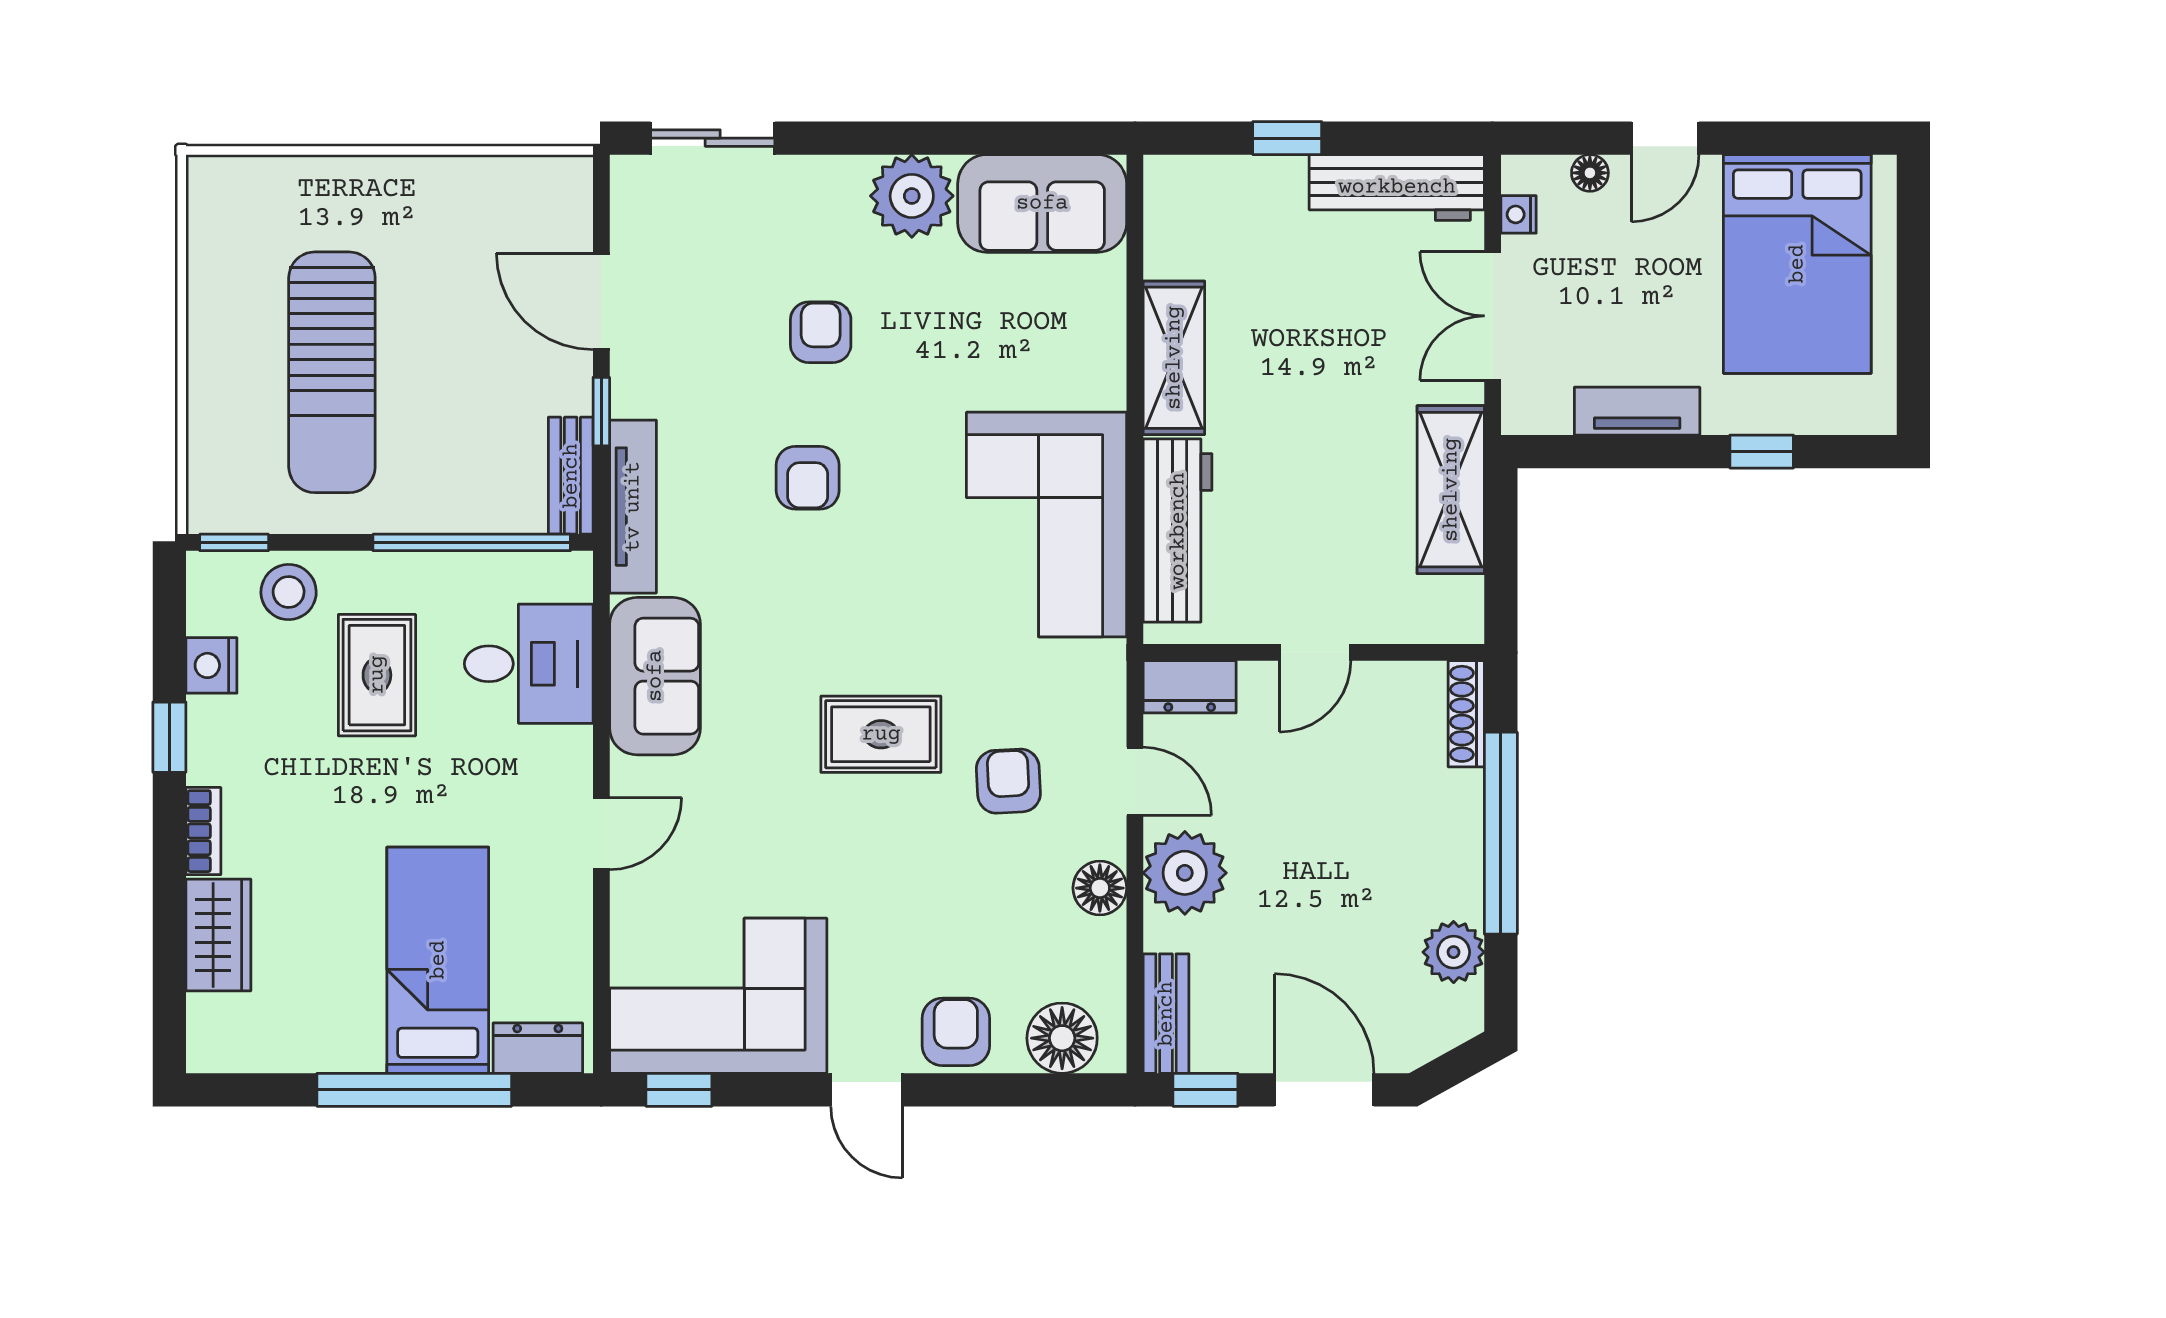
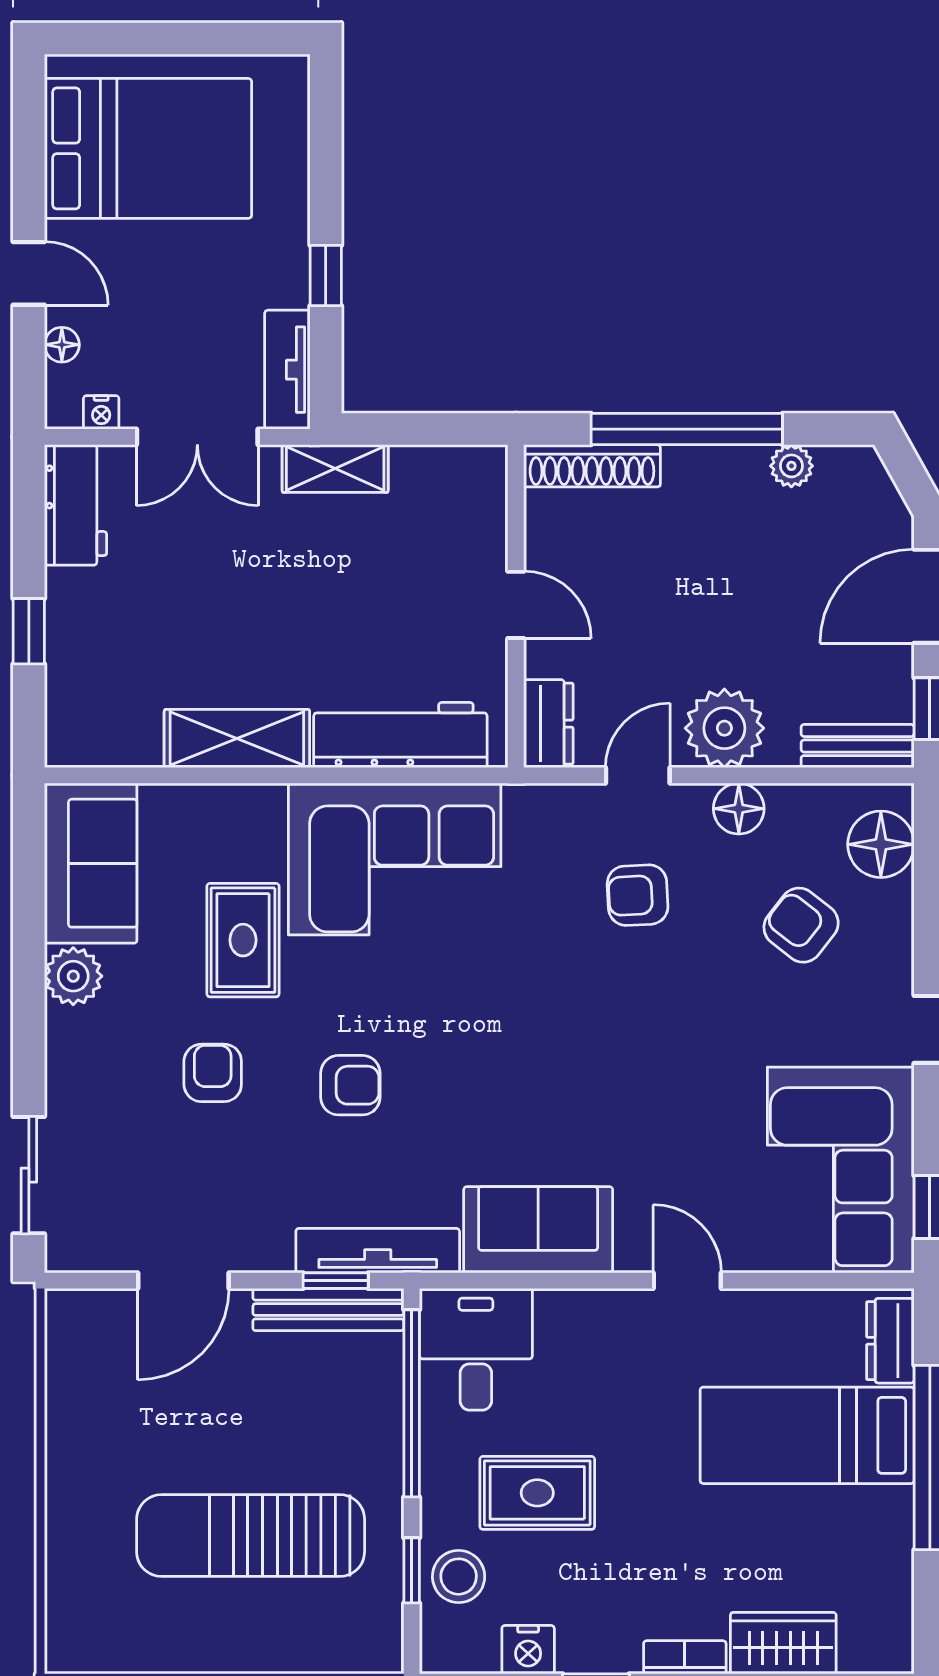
workbench: (1397, 187) -> (76, 505), width x0.73
plant: (912, 196) -> (73, 976), width x0.73, depth x0.73
armchair: (821, 332) -> (213, 1073), turned 90
sun lounger: (332, 372) -> (251, 1536), turned 180
tv unit: (1637, 411) -> (287, 370), moved
window: (601, 412) -> (336, 1281), moved
window: (1762, 452) -> (326, 275), moved
bench: (571, 476) -> (328, 1310), width x1.36
shelving: (1451, 490) -> (335, 469), width x0.67, depth x0.75
window: (234, 542) -> (412, 1570), moved
desk: (529, 664) -> (476, 1349), moved
shoe rack: (1466, 714) -> (592, 466), width x1.36, depth x1.24
rug: (881, 734) -> (243, 940), moved
plant: (1454, 952) -> (791, 466), width x0.73, depth x0.73
armchair: (956, 1032) -> (801, 925), moved, turned 38

